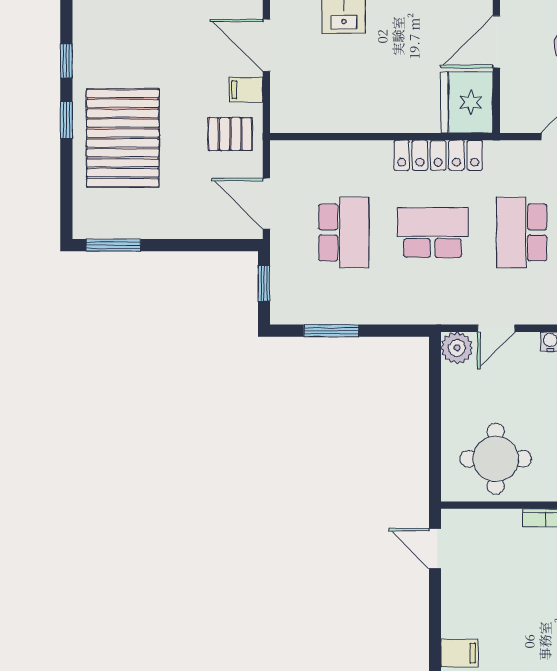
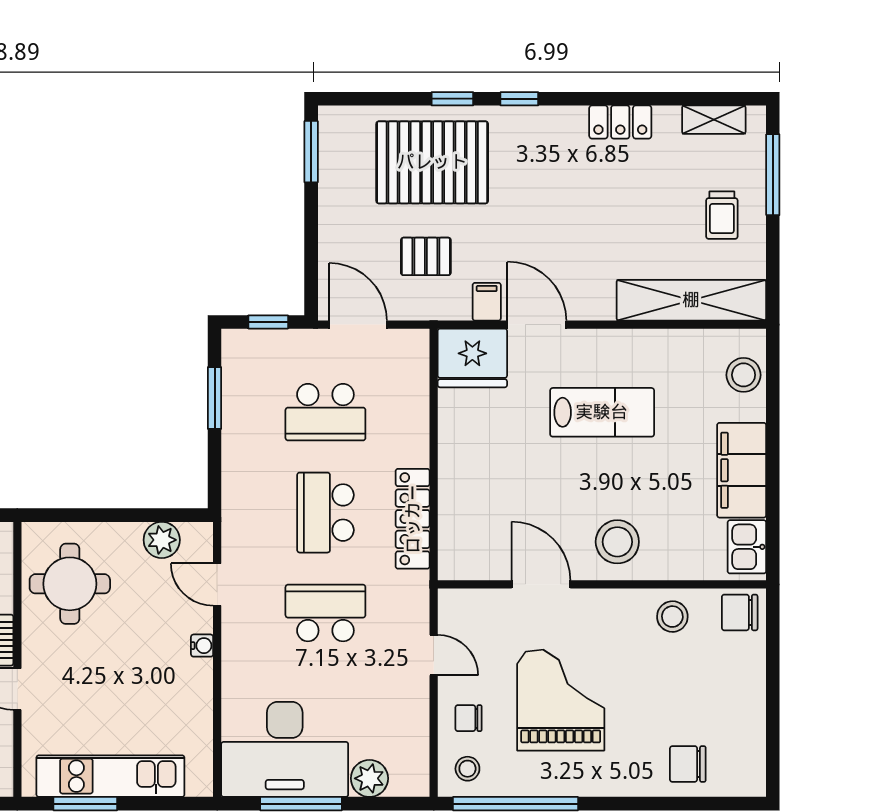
door: (266, 45) -> (537, 325), hinge flipped
fridge: (467, 102) -> (472, 358), moved, turned 180
pallet: (230, 134) -> (426, 256), moved, turned 90
door: (266, 204) -> (358, 325), hinge flipped
school desk: (433, 232) -> (325, 513), turned 180
plant: (457, 348) -> (162, 540), moved

